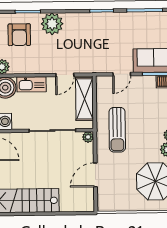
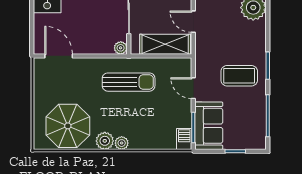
coffee table: (111, 35) -> (239, 76), added
sun lounger: (117, 130) -> (129, 82), turned 180
door: (95, 175) -> (59, 56), moved

